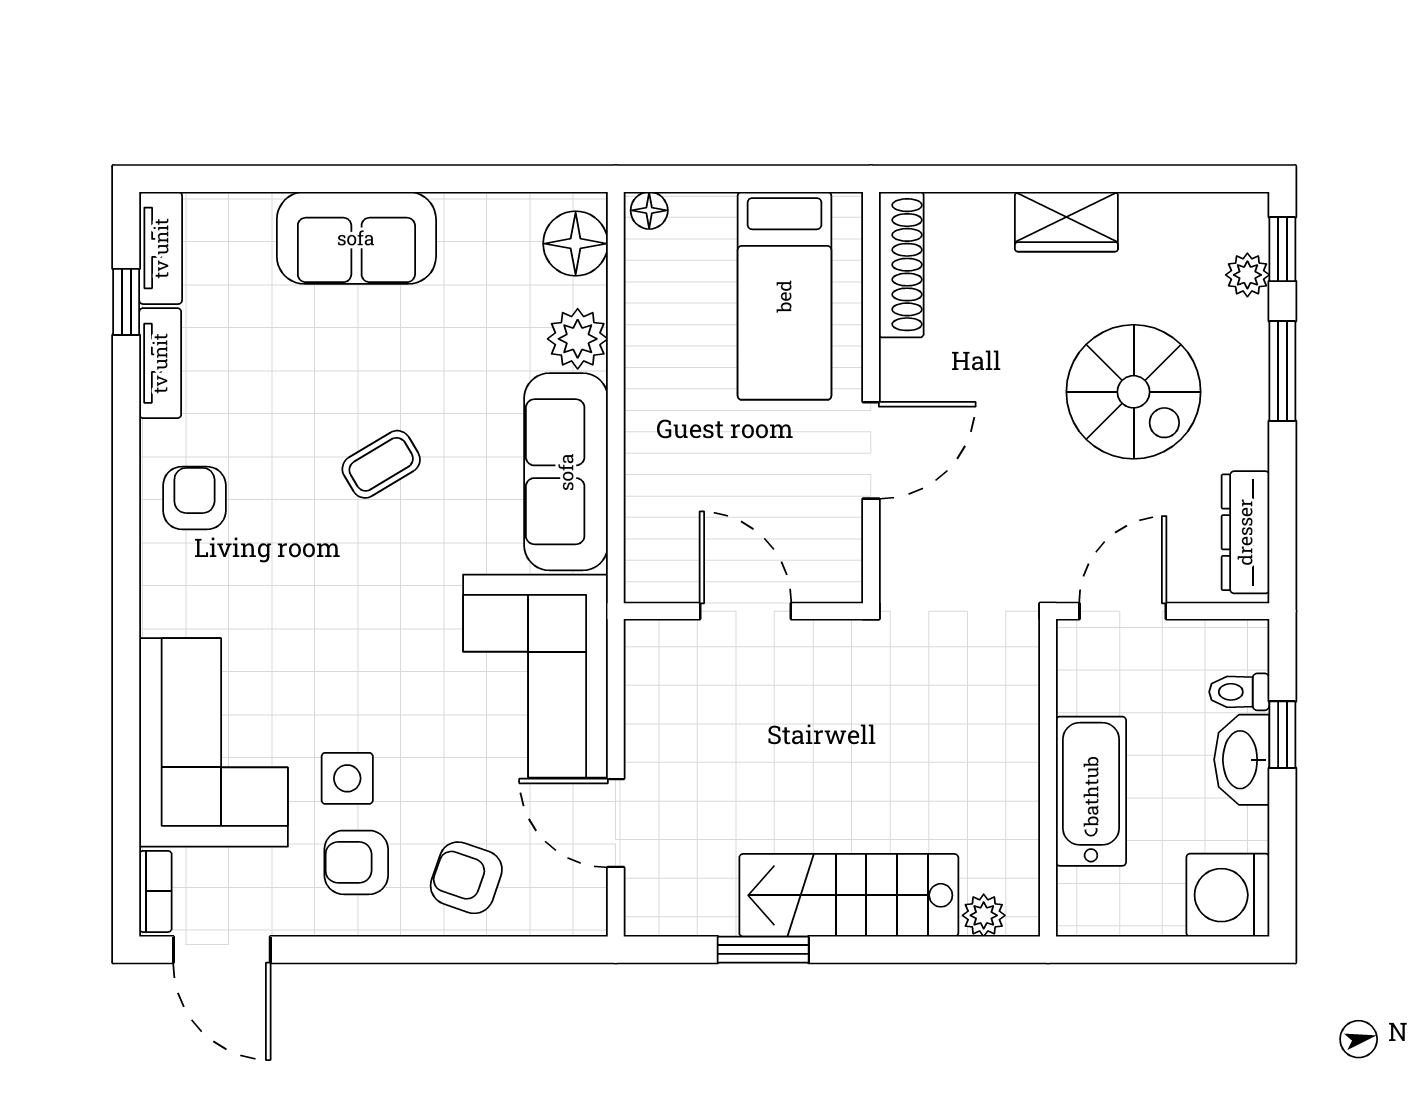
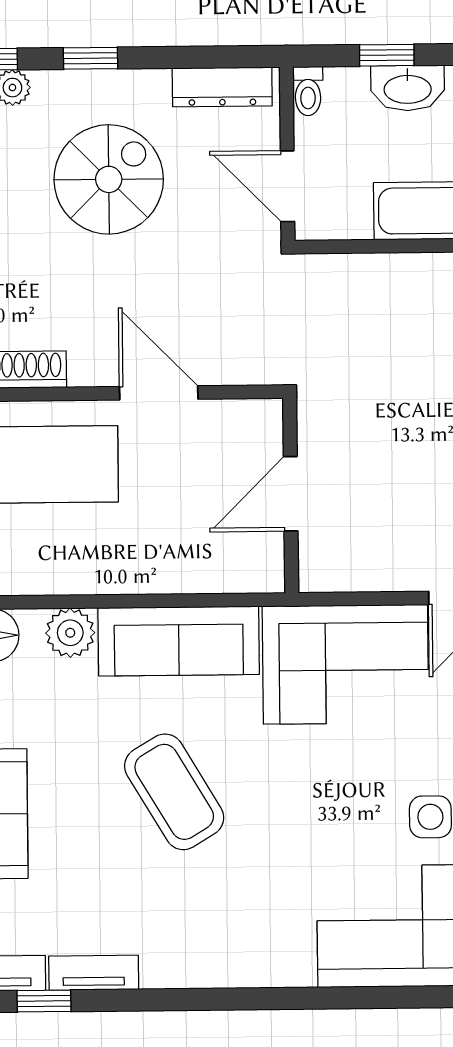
window: (1282, 371) -> (90, 58), width x0.67
coffee table: (381, 464) -> (174, 792), width x1.86, depth x1.72
armchair: (194, 498) -> (203, 944), removed
toilet: (1239, 692) -> (308, 91), moved

